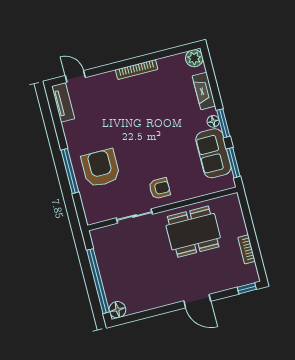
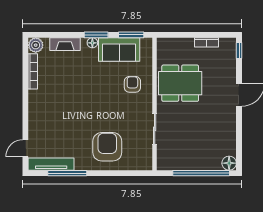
bookcase: (137, 70) -> (33, 71), moved
tv unit: (63, 102) -> (51, 164), width x1.41
armchair: (101, 168) -> (107, 147), turned 90
window: (70, 171) -> (67, 173), moved
armchair: (160, 188) -> (132, 84), moved
dining table: (193, 232) -> (180, 83), turned 90

